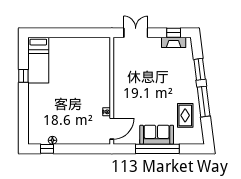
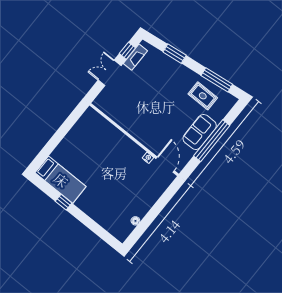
double door: (136, 33) -> (110, 73), moved
window: (204, 102) -> (217, 80), moved
window: (47, 149) -> (139, 231), removed

